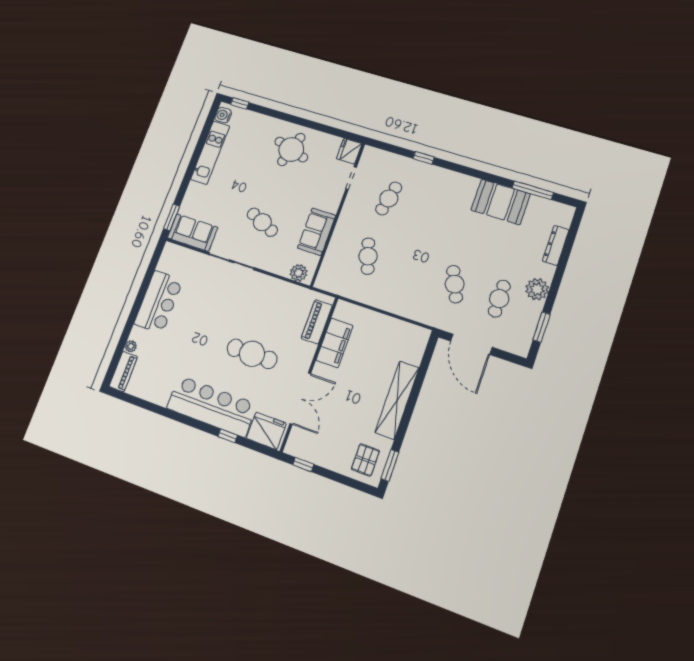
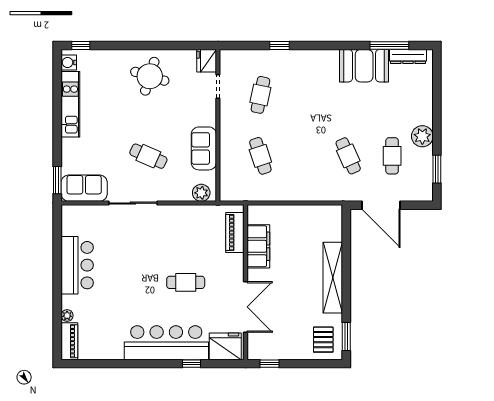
dresser: (556, 245) -> (408, 57), moved, turned -90
cafe table: (252, 354) -> (186, 282), width x0.73, depth x0.74

